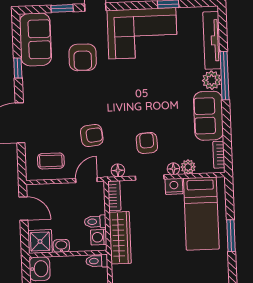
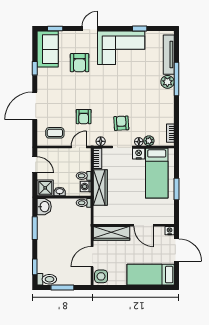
window: (62, 8) -> (55, 29), moved
sofa: (208, 116) -> (164, 106), removed
armchair: (92, 135) -> (84, 117), turned 97

